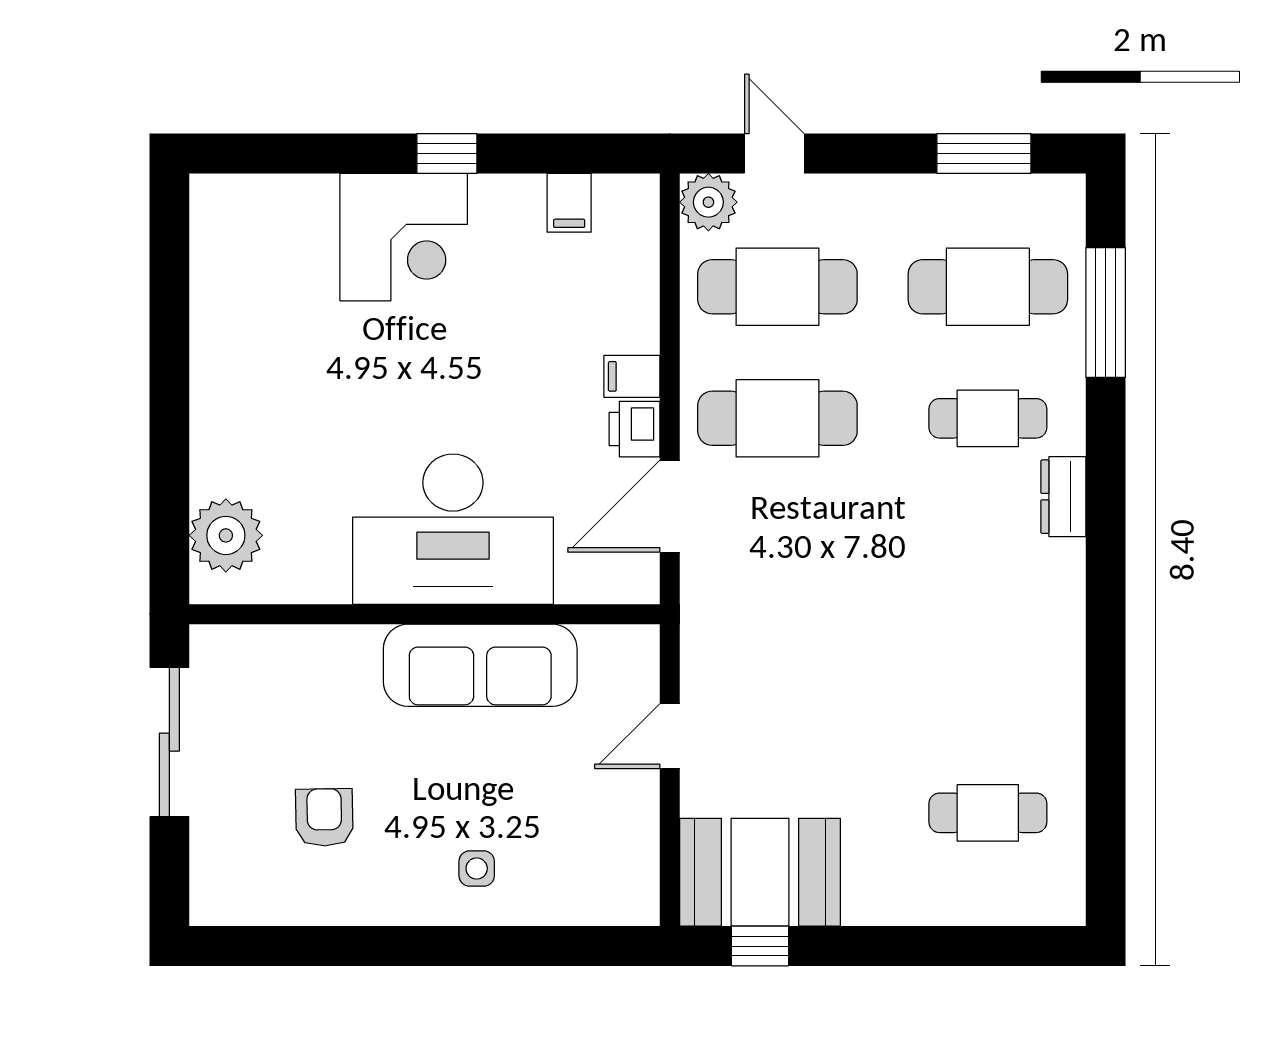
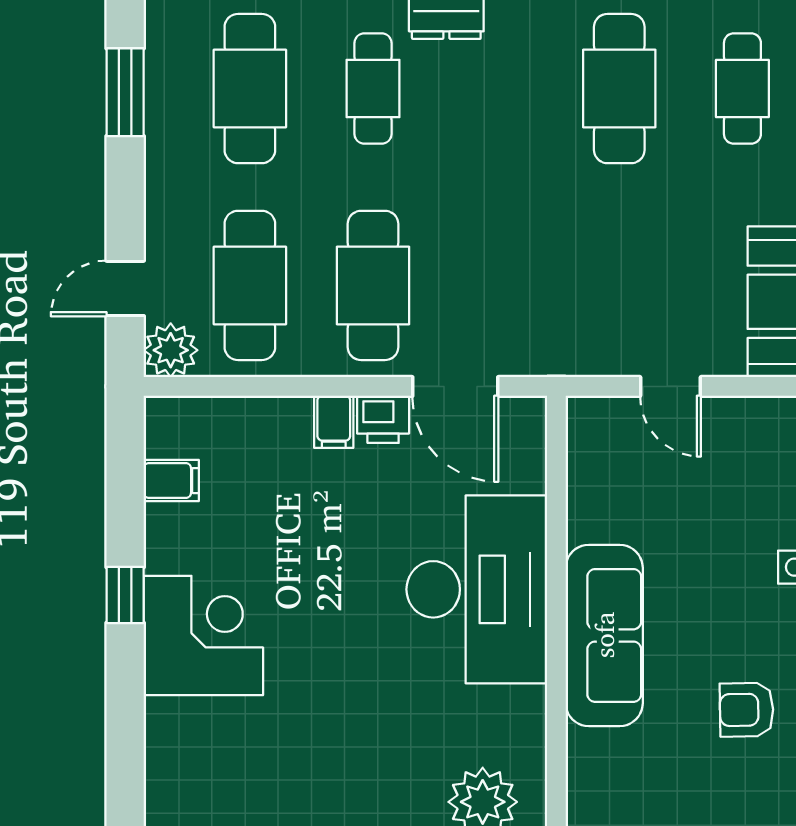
sofa: (480, 665) -> (604, 635), moved
cafe table: (988, 681) -> (619, 89), added

